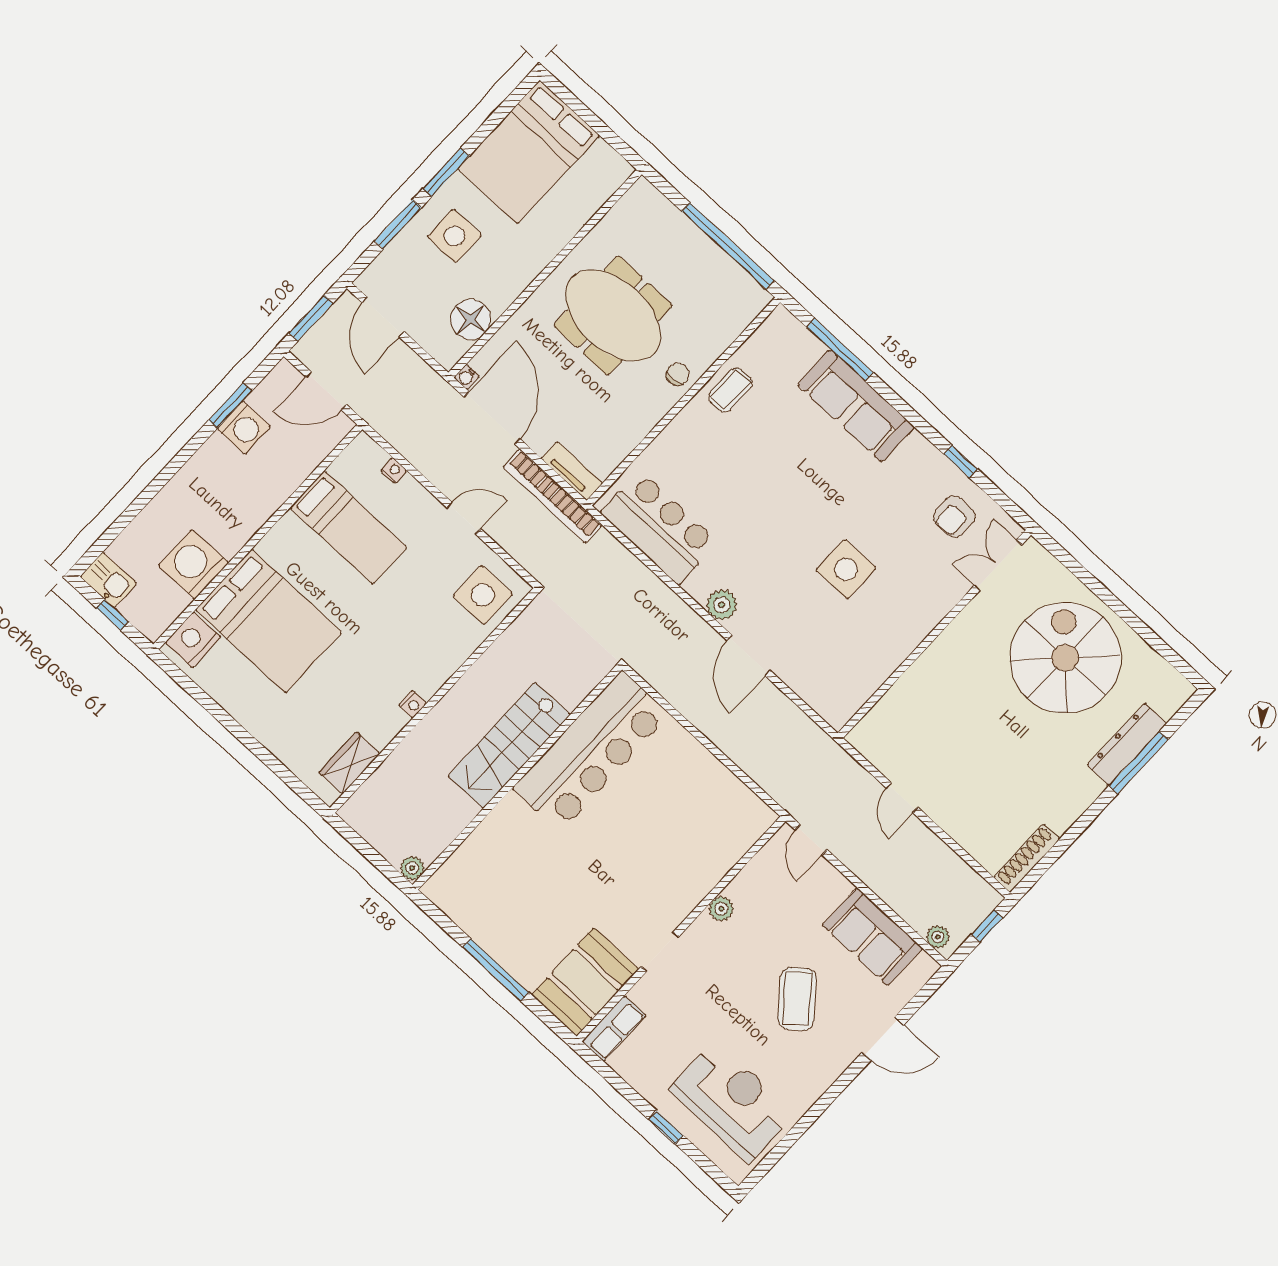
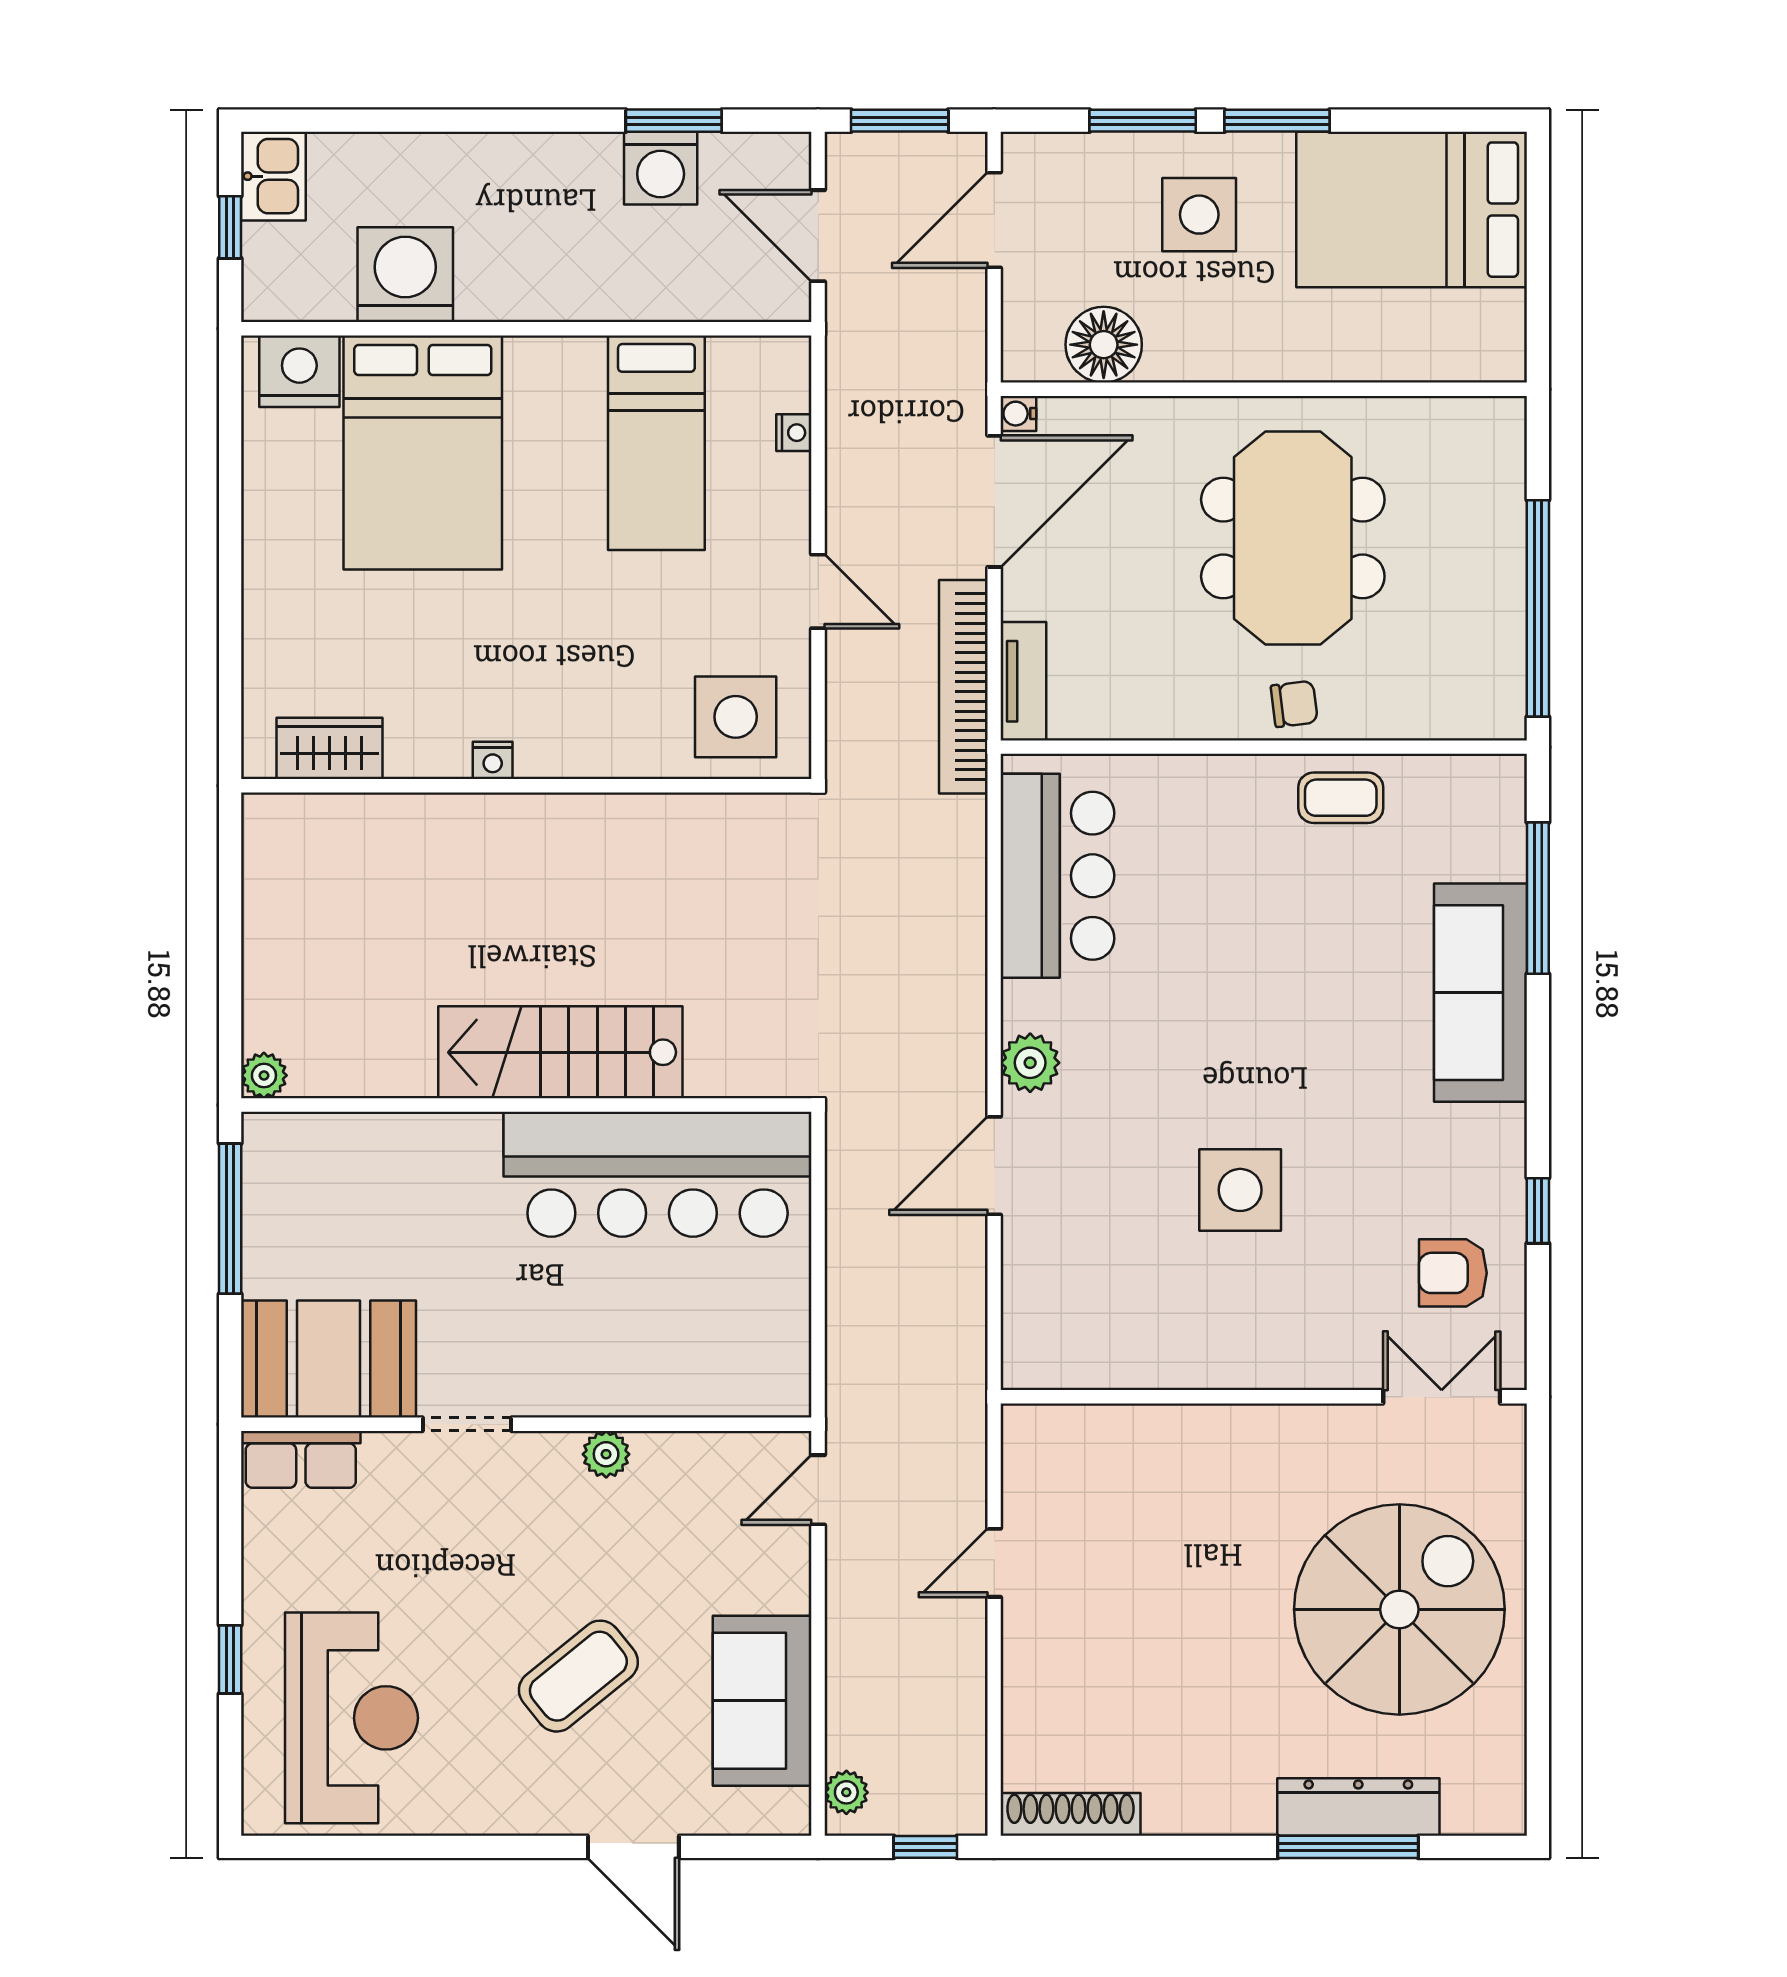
stairs: (509, 745) -> (560, 1052), moved
bar counter: (591, 751) -> (658, 1174), moved
wall: (517, 777) -> (526, 1105), moved
plant: (412, 868) -> (264, 1075), moved

